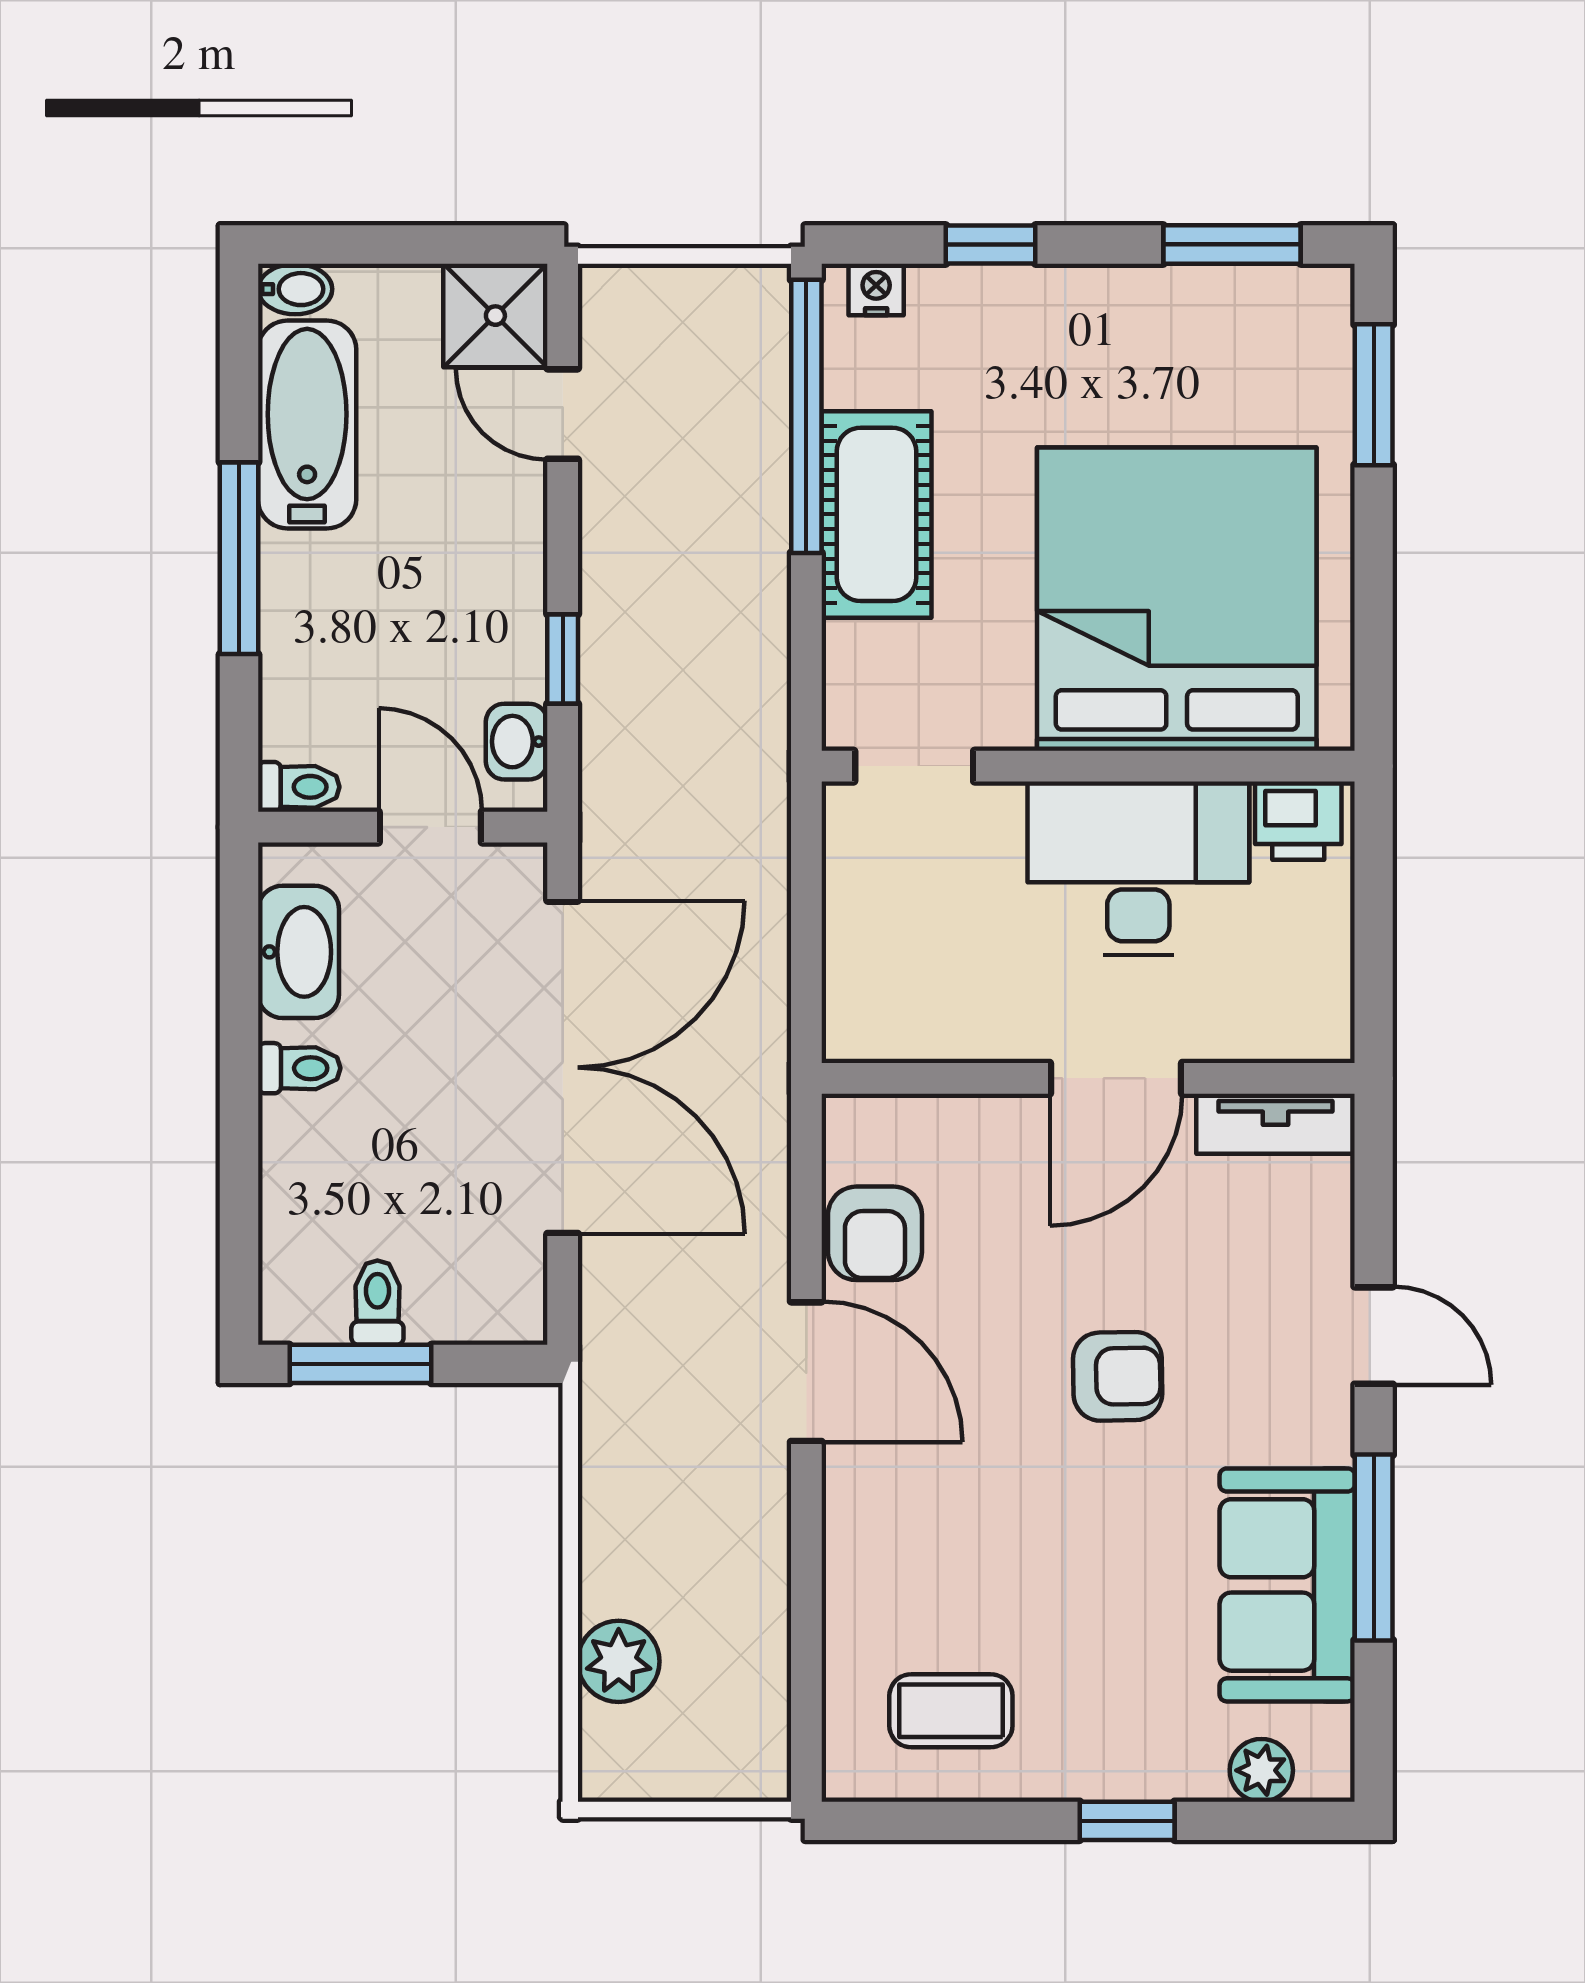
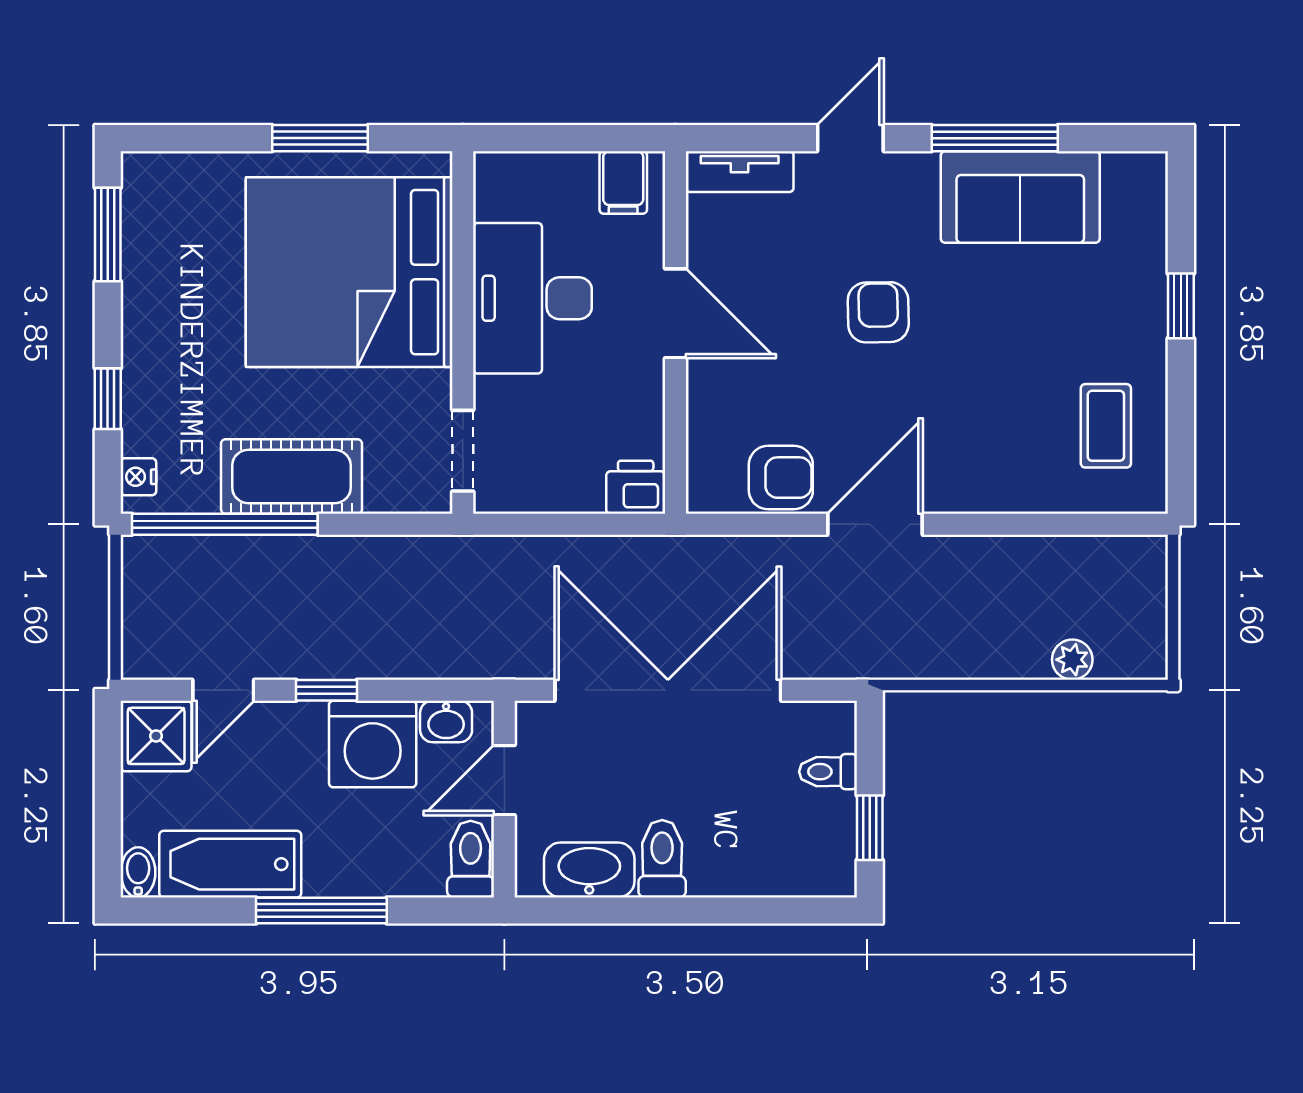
window: (1374, 395) -> (320, 138), moved
washing machine: (484, 634) -> (373, 744), added
window: (563, 659) -> (326, 690), moved
toilet: (299, 787) -> (471, 859), width x1.37, depth x1.39
printer: (1298, 821) -> (636, 487), moved, turned -90
filing cabinet: (1308, 1002) -> (623, 182), added
toilet: (299, 1068) -> (662, 859), width x1.37, depth x1.39
tv unit: (1275, 1124) -> (740, 172), moved, turned 90
toilet: (377, 1303) -> (828, 772), moved
window: (360, 1364) -> (870, 828), width x0.67
plant: (619, 1661) -> (1072, 660), width x0.73, depth x0.73
plant: (1261, 1770) -> (1146, 215), removed

